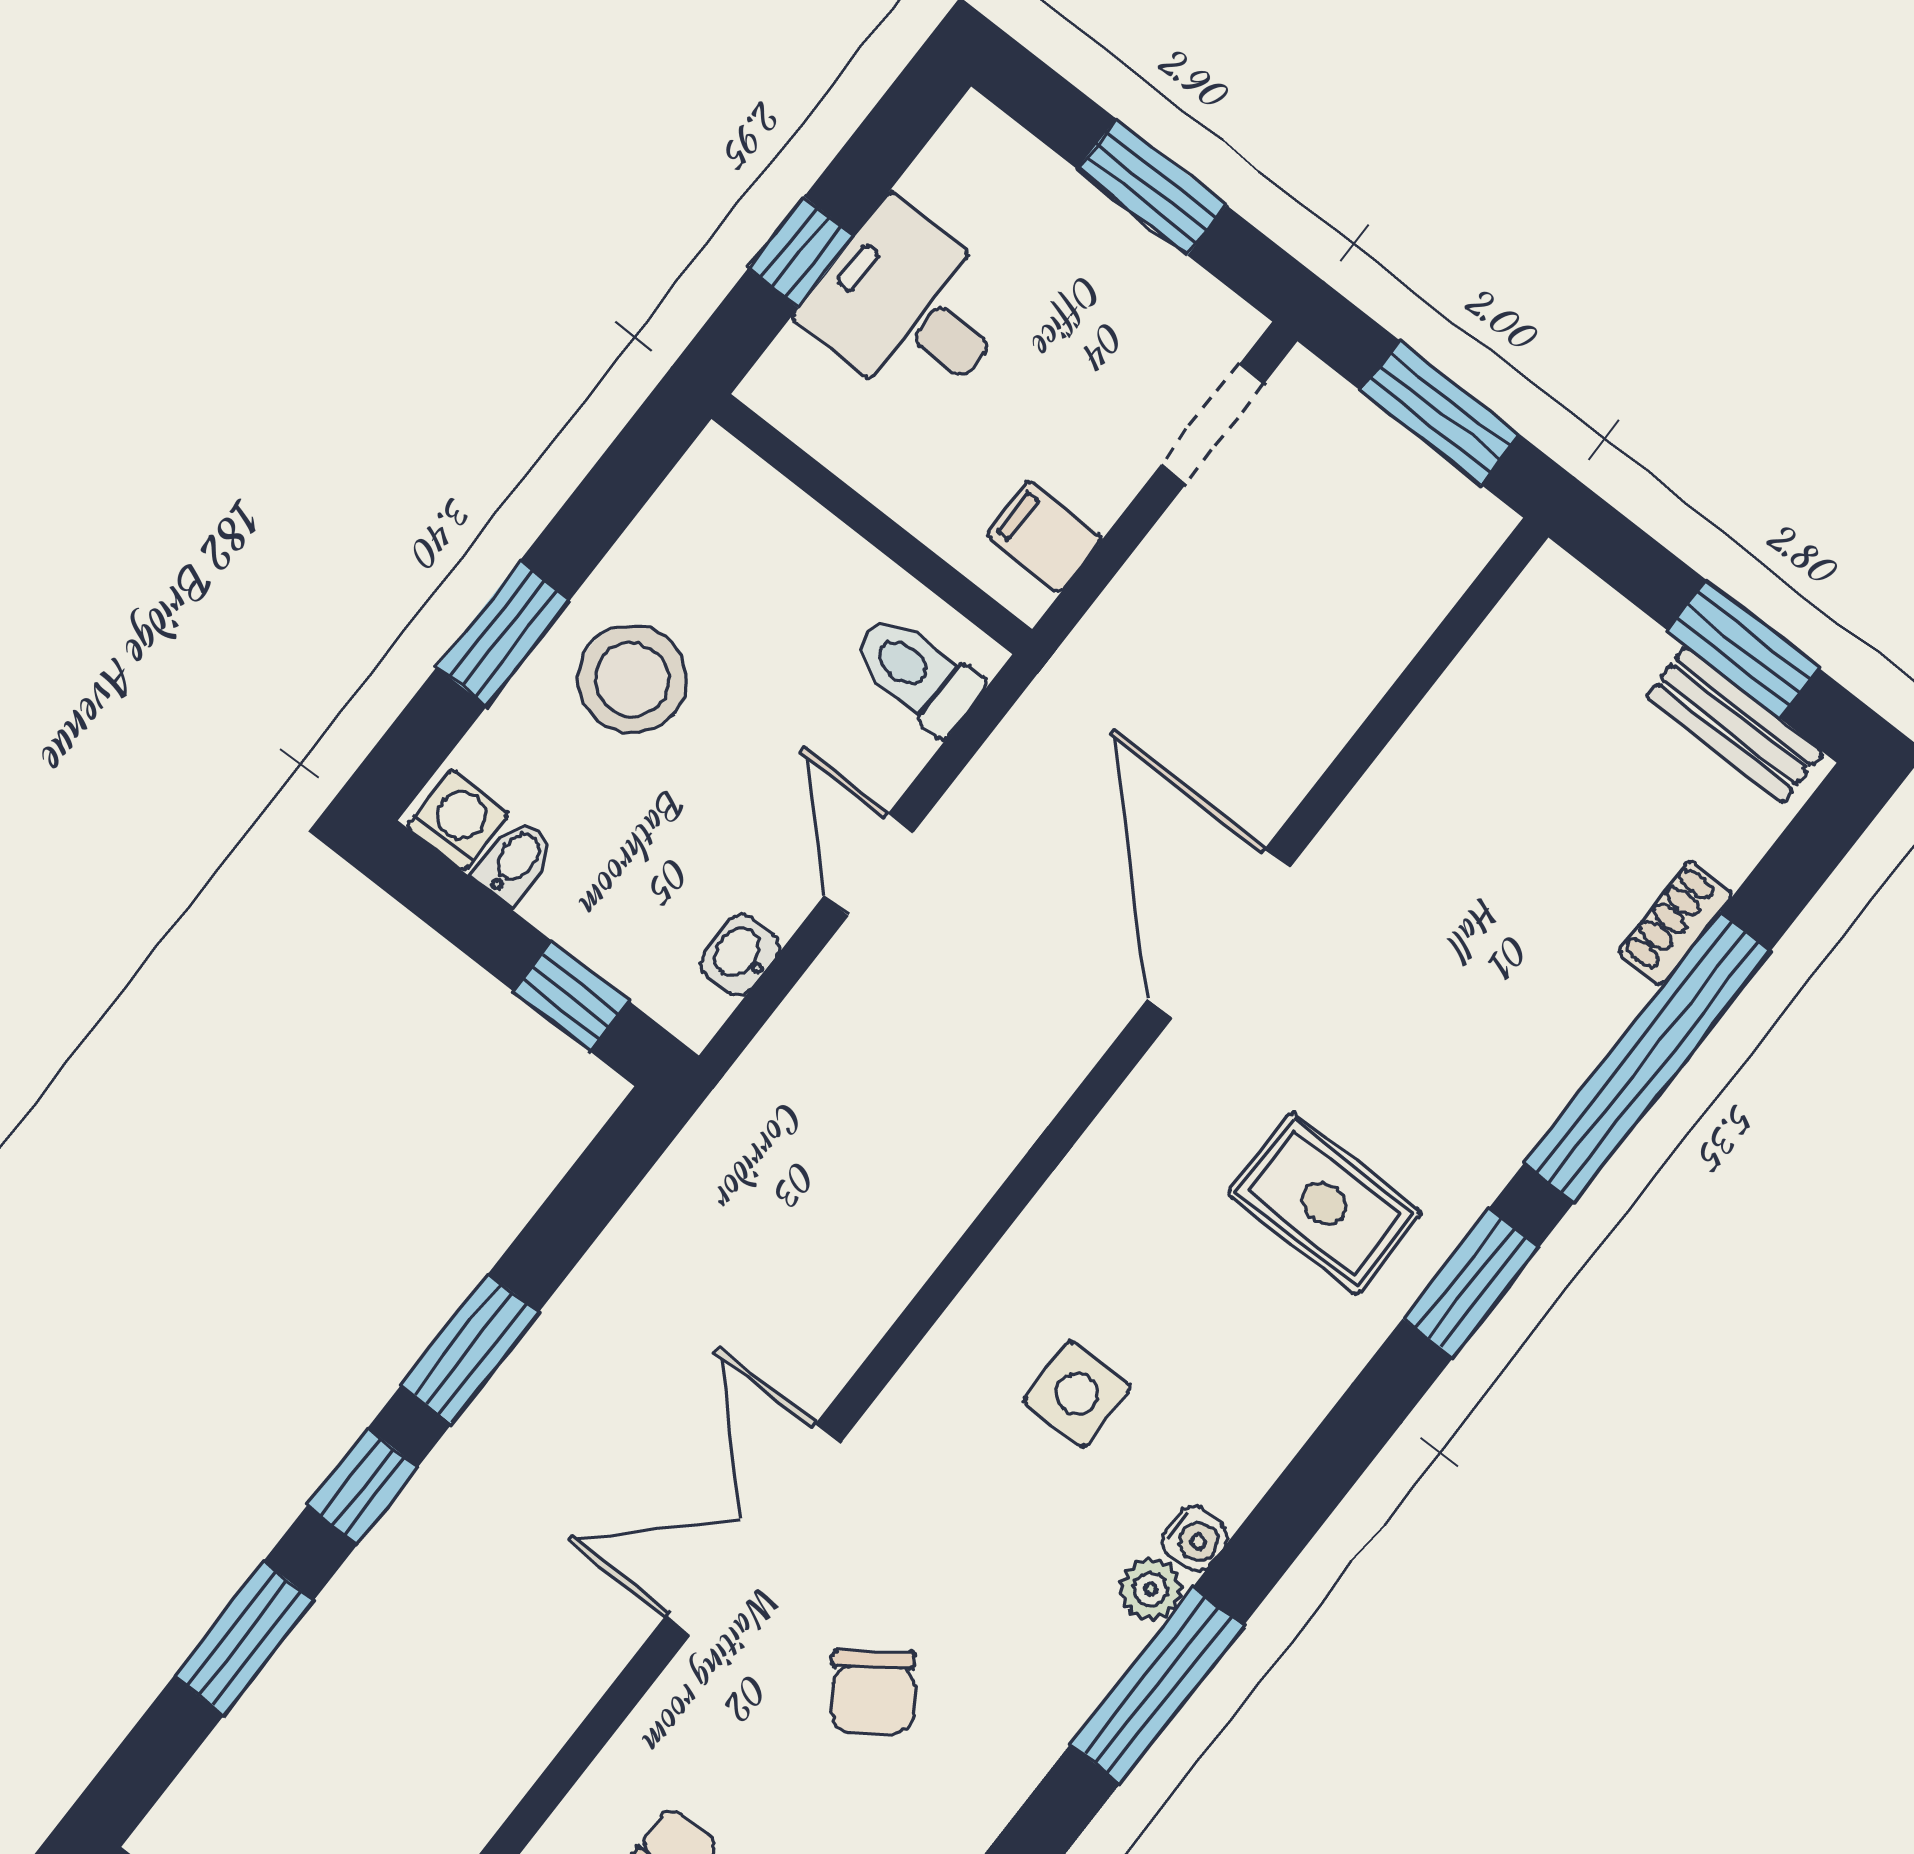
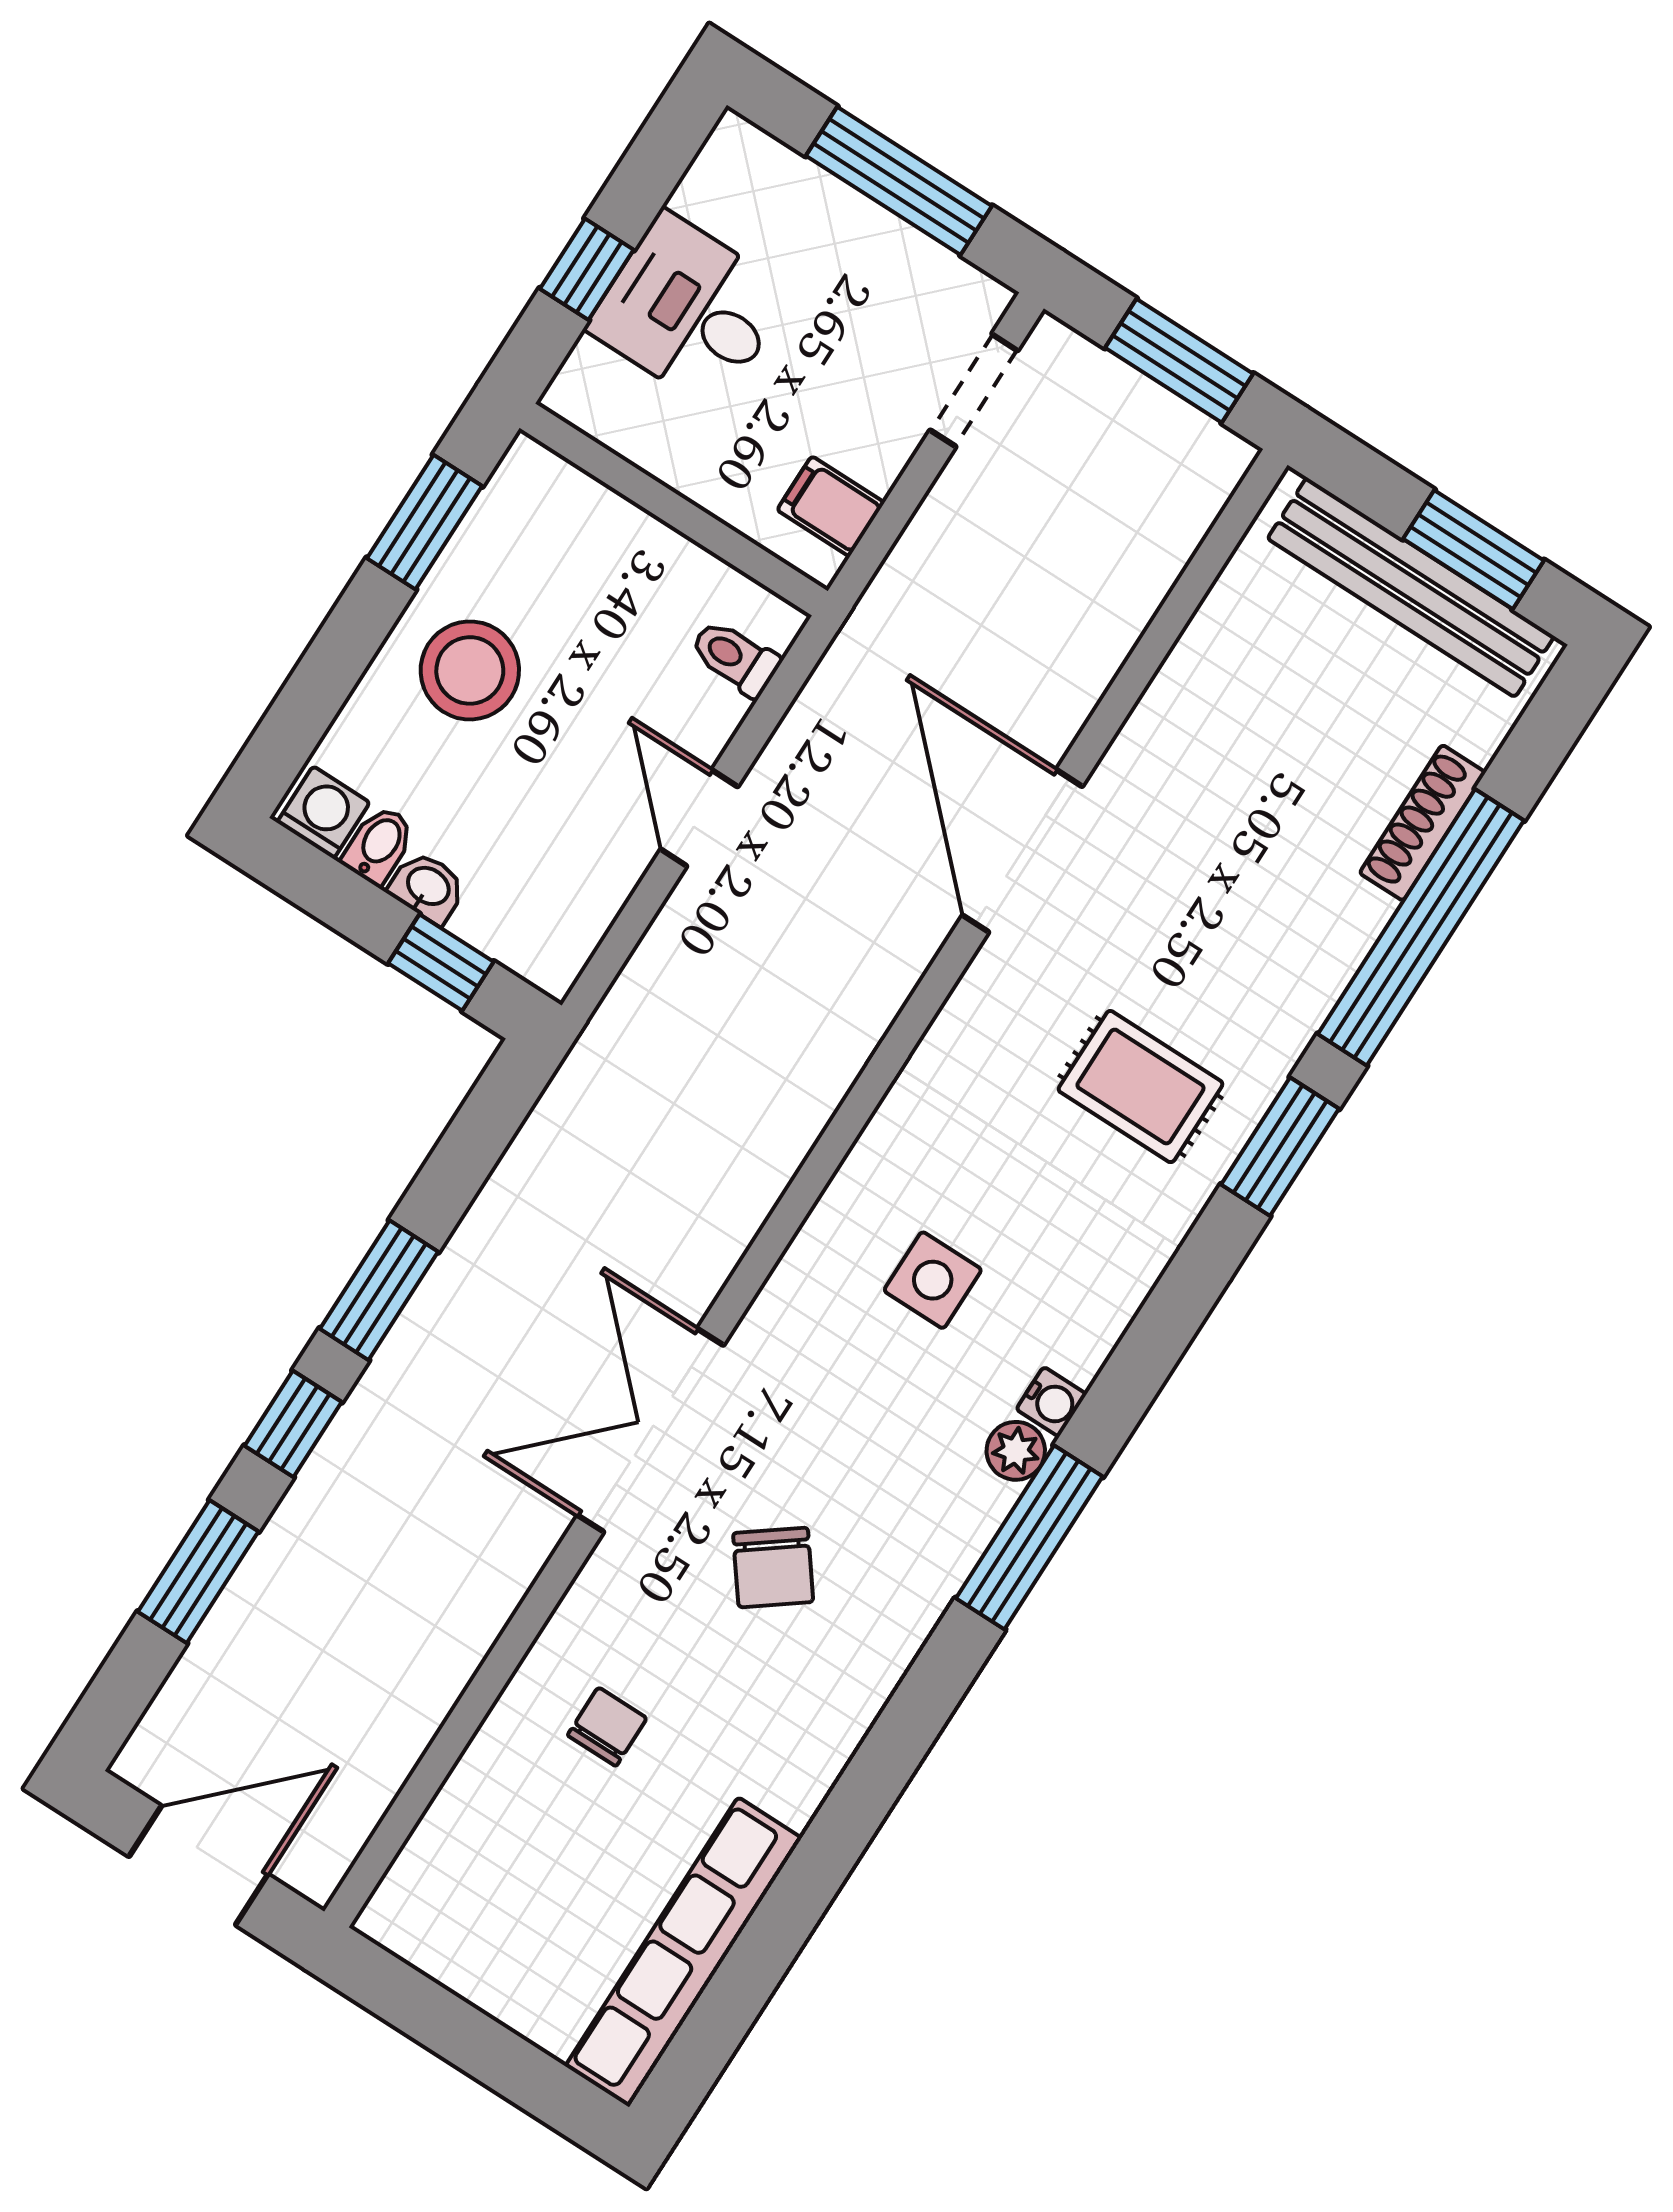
window: (1152, 187) -> (899, 181), width x1.44
window: (503, 633) -> (425, 522), moved
toilet: (916, 673) -> (735, 658), width x0.73, depth x0.72
bench: (1734, 725) -> (1411, 587), width x1.86, depth x1.21
shoe rack: (1675, 923) -> (1423, 823), width x1.43
washbasin: (740, 955) -> (428, 887), moved, turned 90

